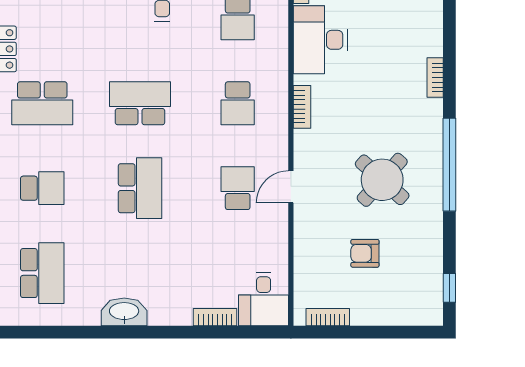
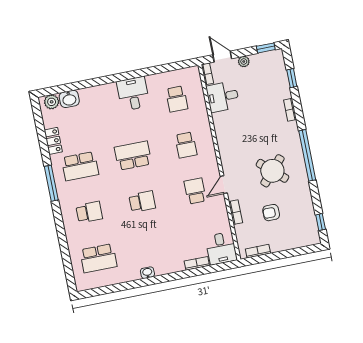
window: (449, 22) -> (292, 78), added
desk: (320, 40) -> (223, 97), width x0.73
bookcase: (302, 107) -> (236, 212), moved
school desk: (140, 188) -> (142, 202), width x0.54
school desk: (42, 273) -> (98, 258), turned 90
washbasin: (124, 312) -> (147, 273), width x0.52, depth x0.69

